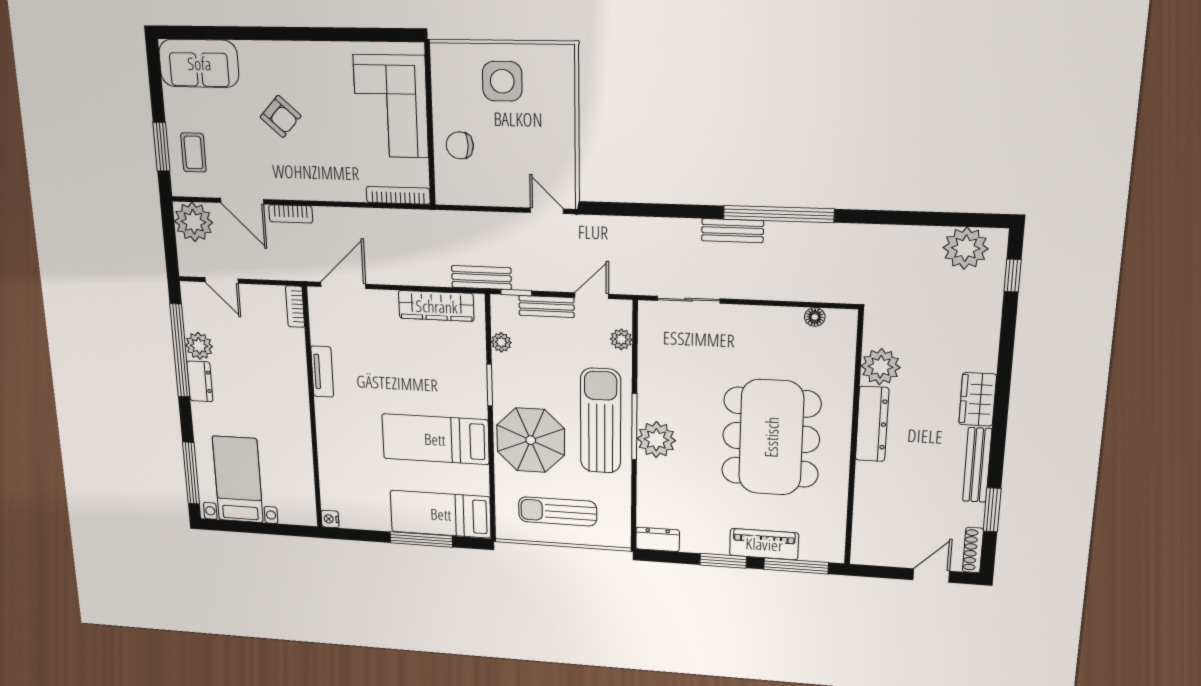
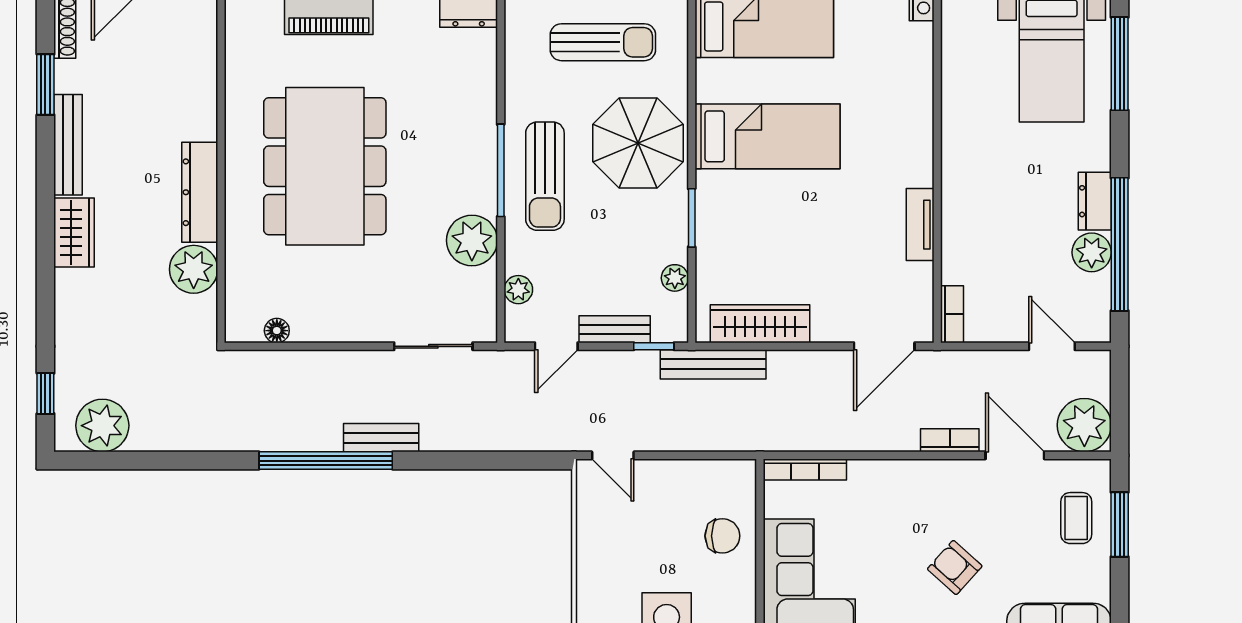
bench: (481, 278) -> (713, 364), width x1.36
sun lounger: (601, 421) -> (545, 176), width x0.73, depth x0.75
plant: (656, 440) -> (472, 240), moved

